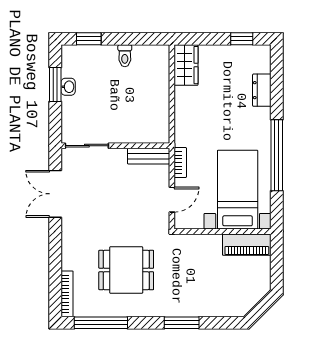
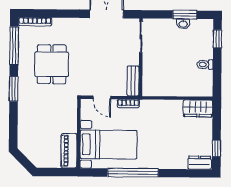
dresser: (262, 90) -> (200, 163), moved
window: (182, 323) -> (14, 89), moved

